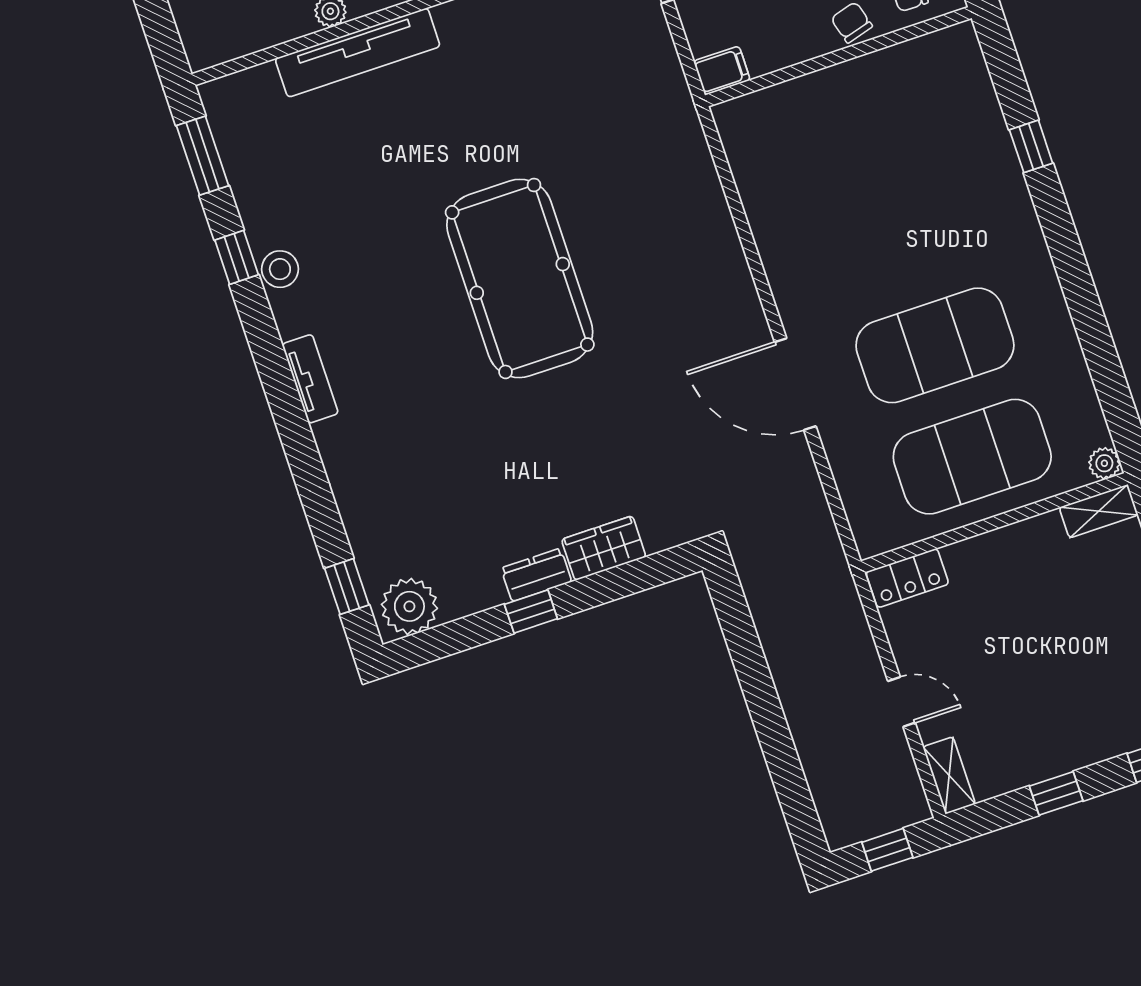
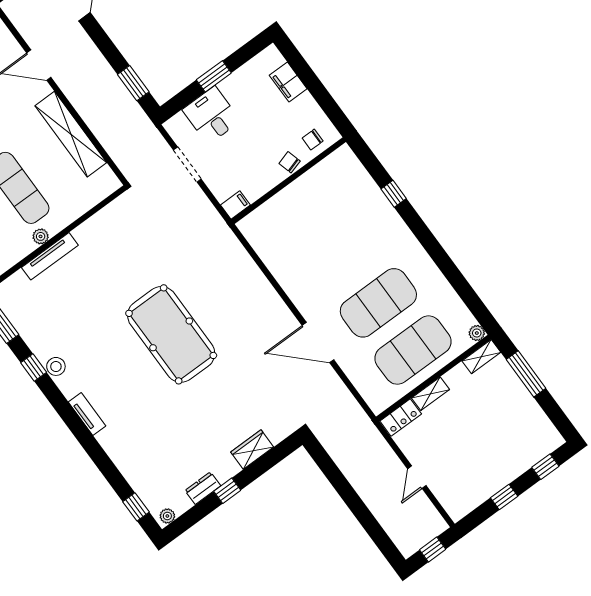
tv unit: (358, 52) -> (50, 256), width x0.73, depth x0.78
dresser: (536, 575) -> (203, 488), moved
plant: (409, 606) -> (167, 516), width x0.53, depth x0.53
door: (902, 702) -> (417, 477), swing flipped
shelving: (949, 775) -> (431, 394), moved, turned 90

